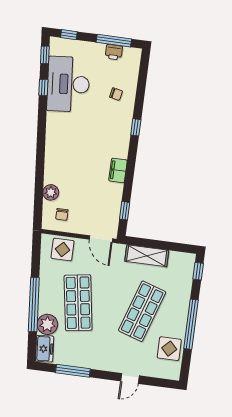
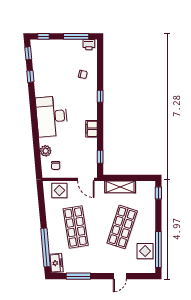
printer: (114, 52) -> (89, 45), moved
desk: (68, 84) -> (52, 116), moved
window: (34, 304) -> (46, 248), moved
plant: (47, 324) -> (56, 245), removed
window: (191, 324) -> (158, 250), moved

